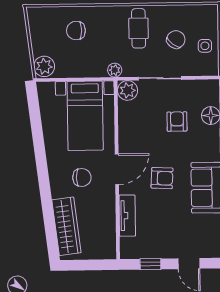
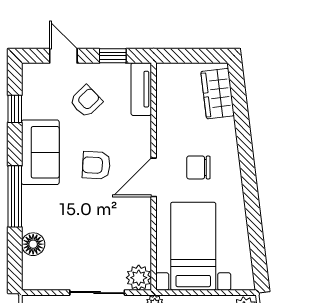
armchair: (177, 122) -> (86, 101), moved, turned -134
tv unit: (127, 216) -> (141, 89), moved
wardrobe: (66, 226) -> (218, 94), width x0.67

